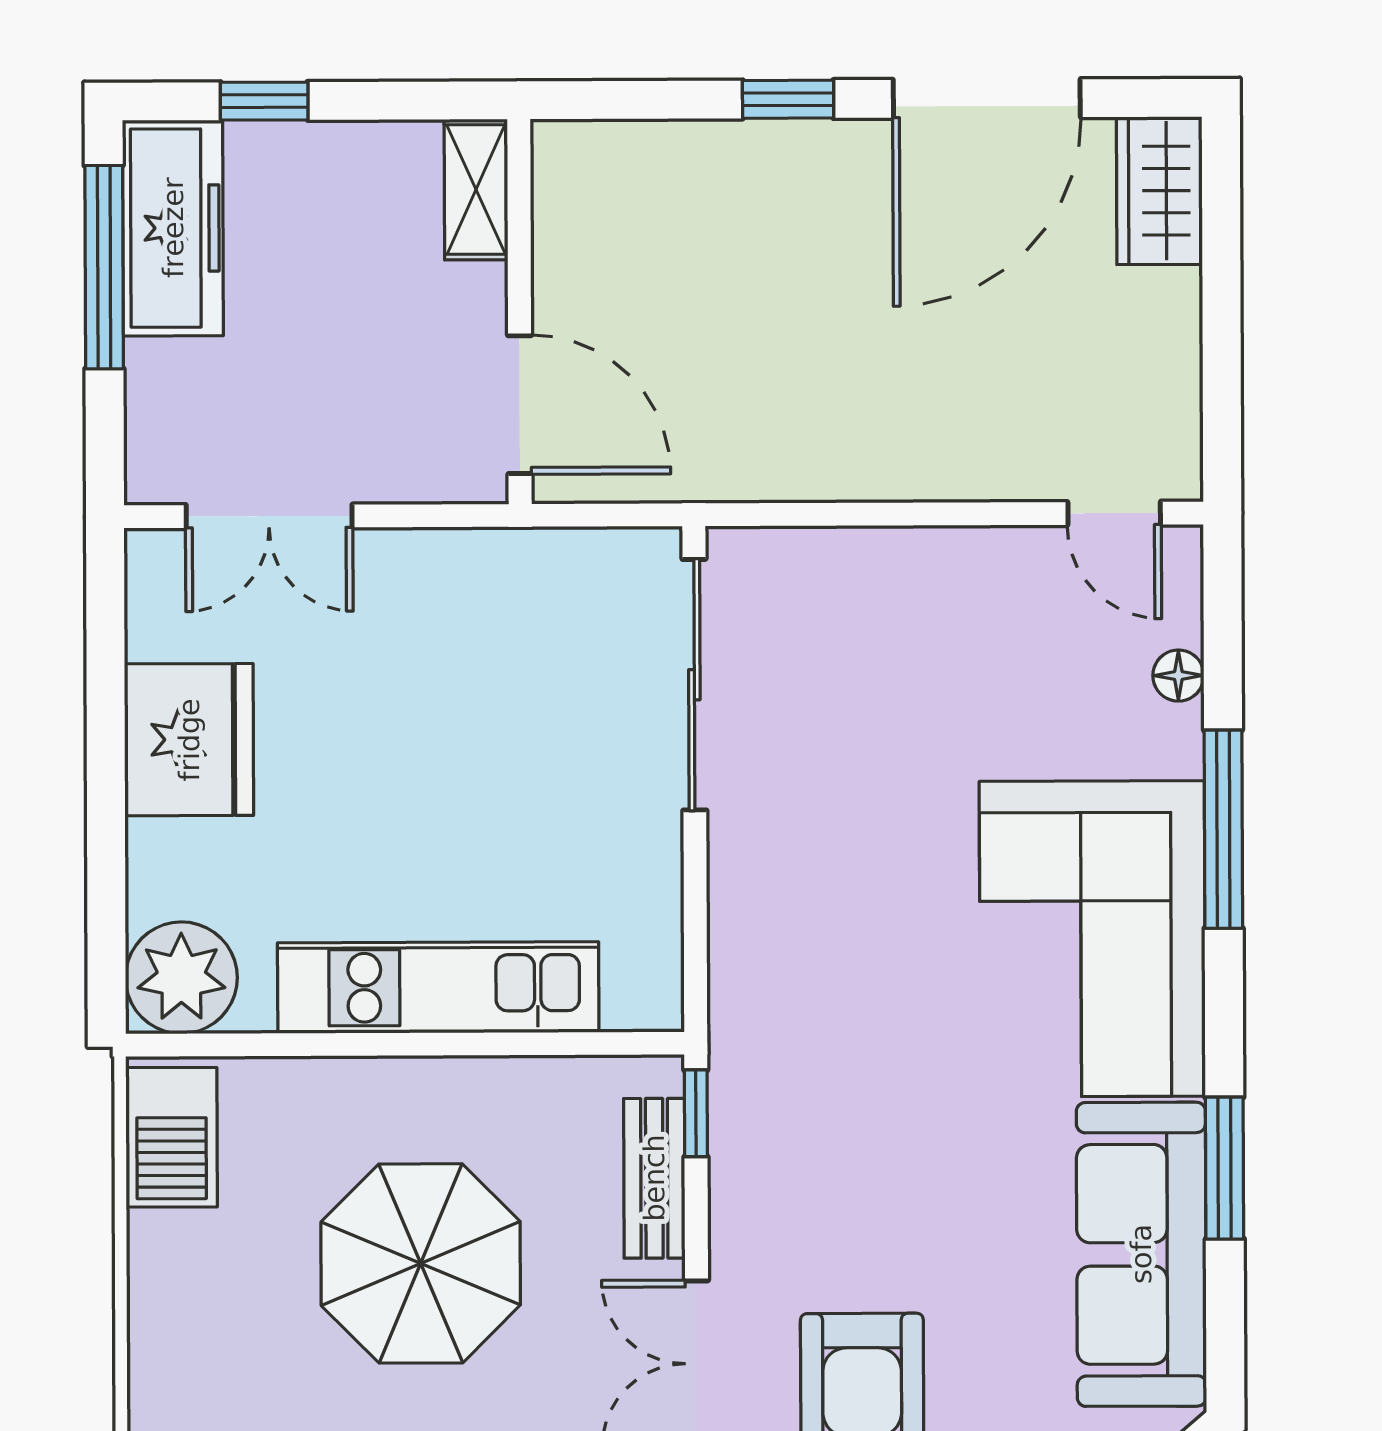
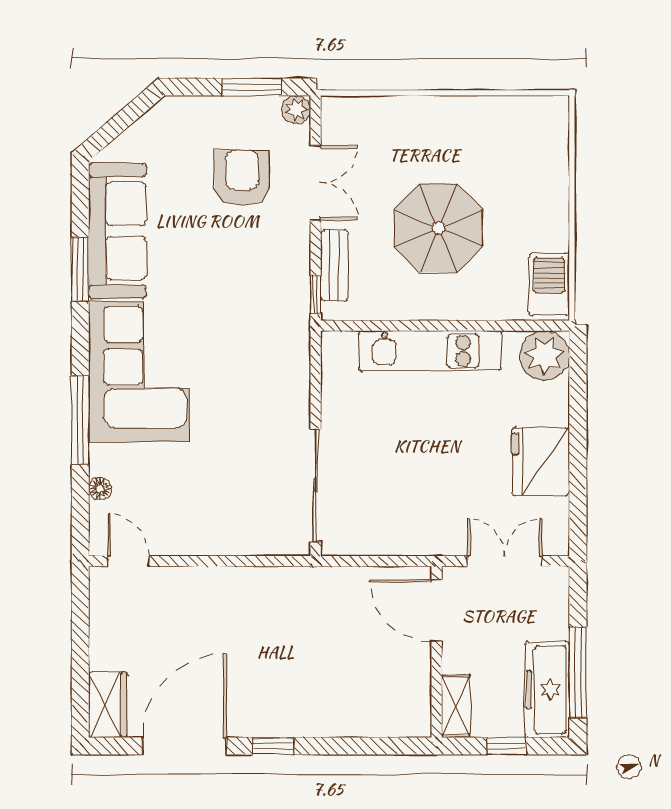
shelving: (476, 189) -> (456, 706), moved
wall: (519, 312) -> (437, 652), moved
door: (520, 405) -> (437, 610), moved

